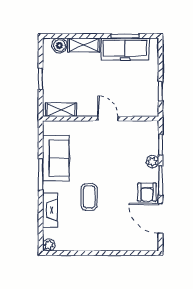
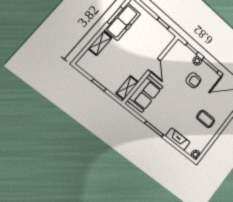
boiler: (59, 46) -> (88, 58), removed
door: (108, 119) -> (154, 65), swing flipped
sofa: (56, 158) -> (145, 94), moved, turned 90
armchair: (147, 192) -> (193, 80), moved
coffee table: (89, 197) -> (206, 119), moved

